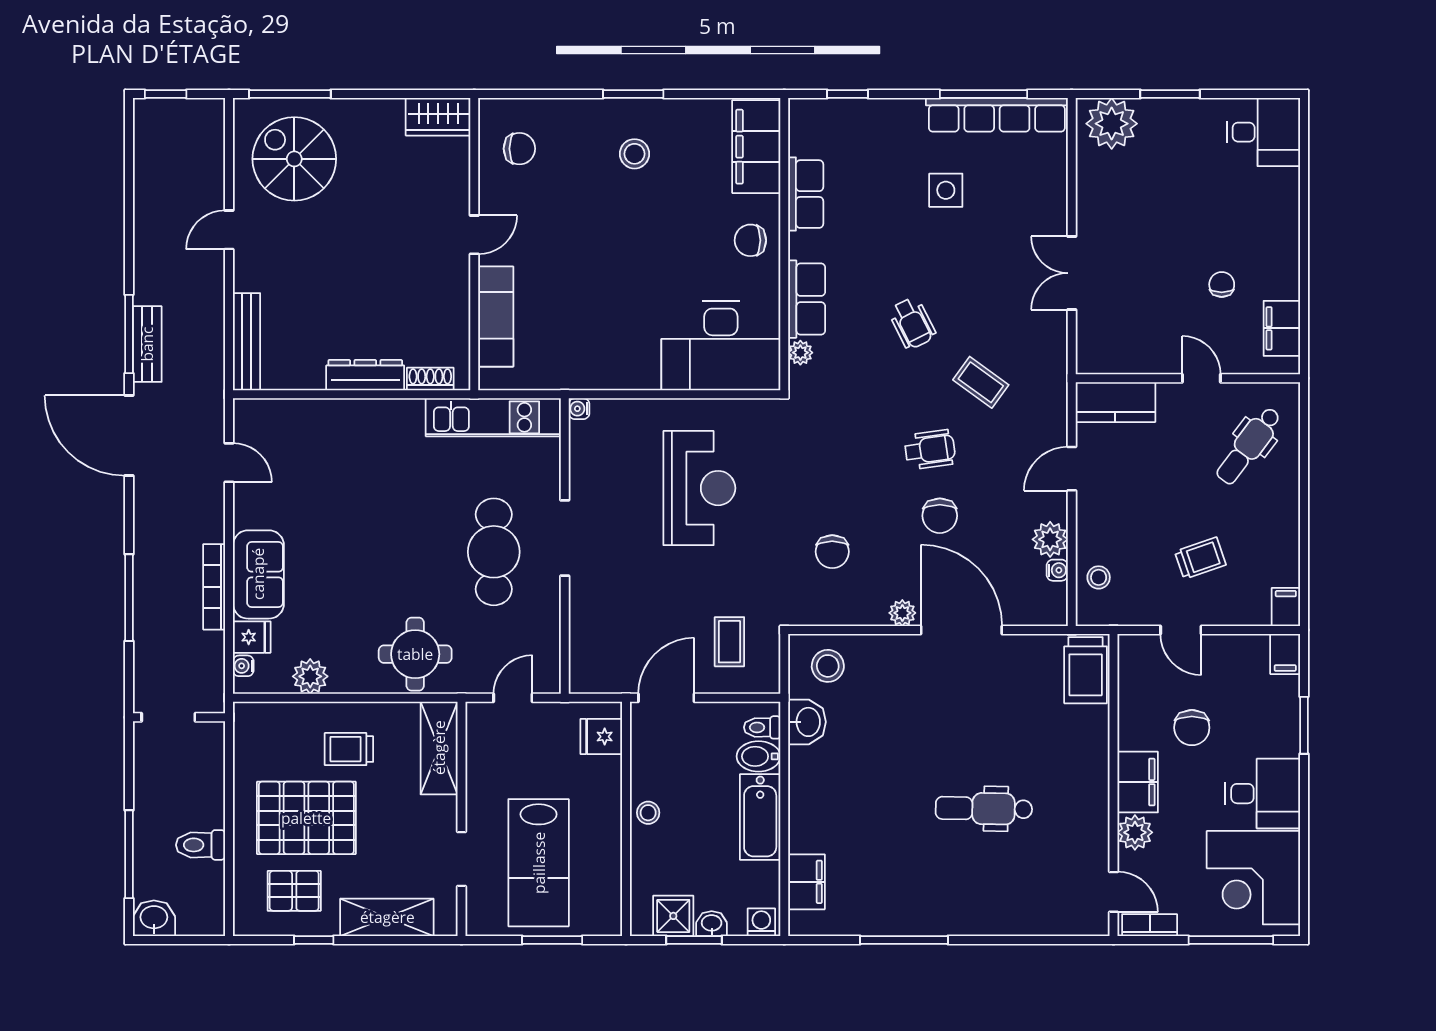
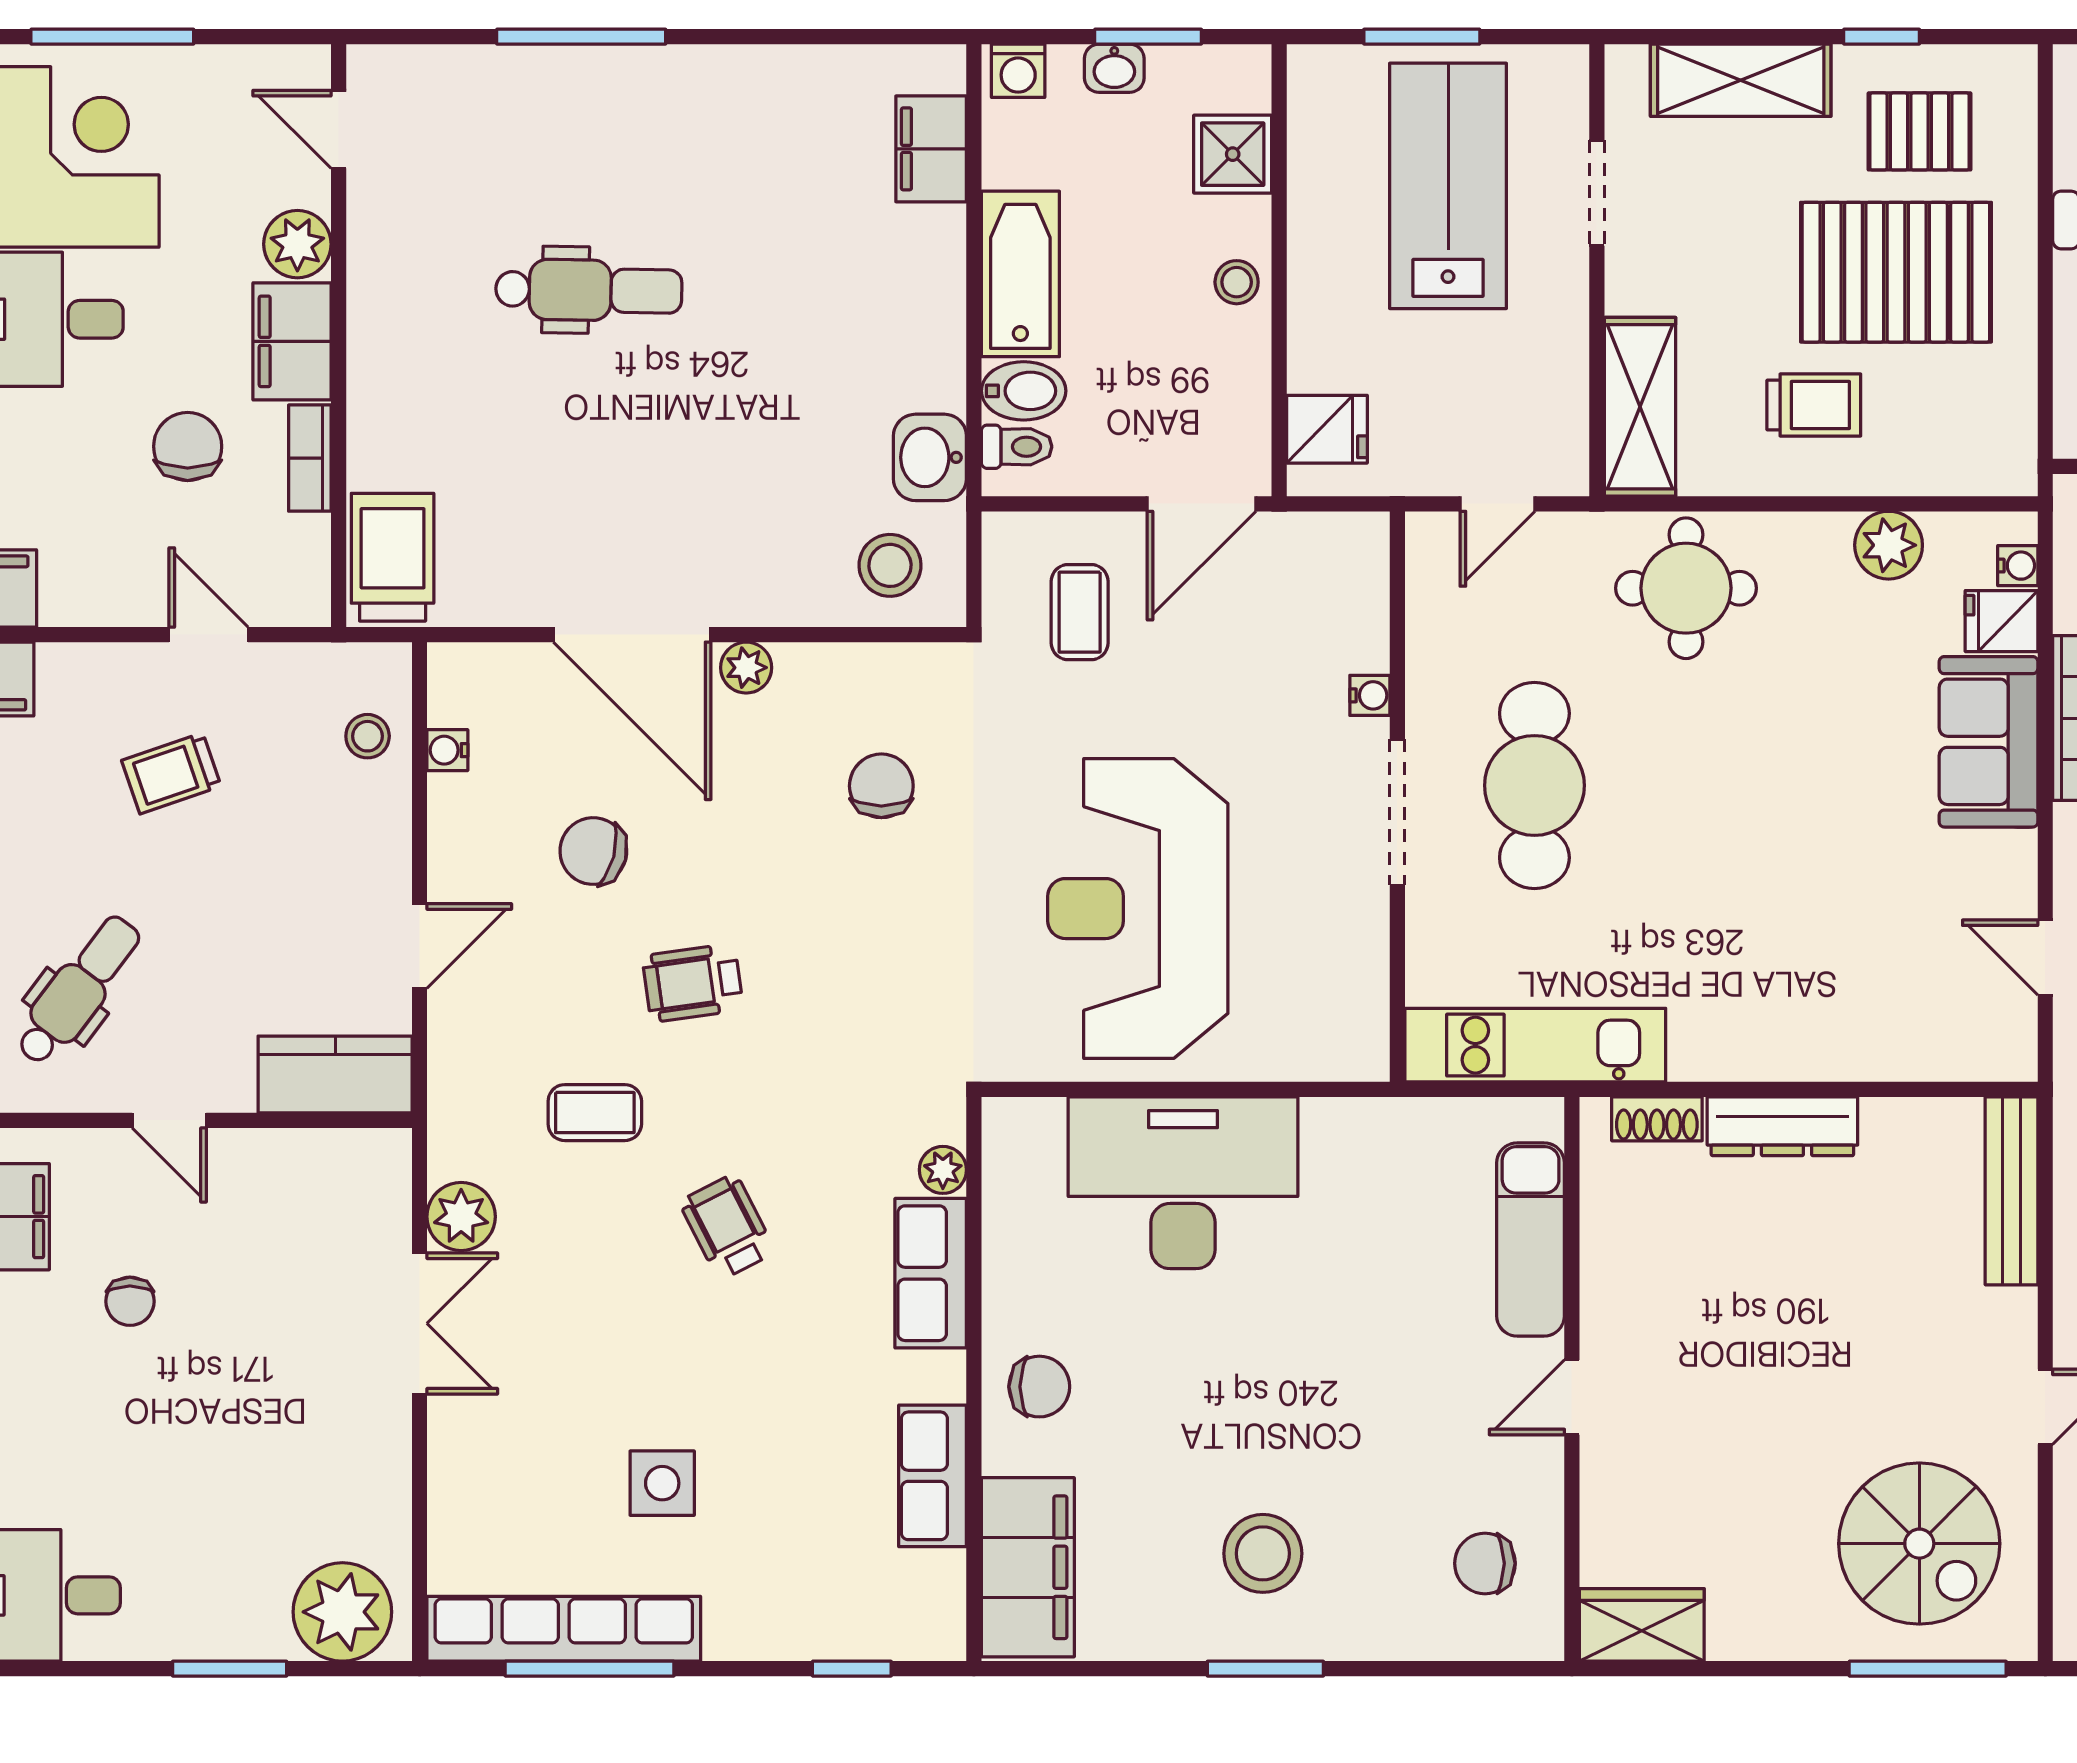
stool: (635, 154) -> (1263, 1553), width x1.38, depth x1.38
desk: (721, 346) -> (1183, 1183), moved
coffee table: (981, 382) -> (595, 1113), turned -36
water cooler: (579, 409) -> (1370, 695), moved
reception desk: (699, 488) -> (1138, 909), width x1.36, depth x1.30
chair: (940, 516) -> (593, 851), moved, turned -75
plant: (1050, 539) -> (461, 1217), moved
shower: (673, 916) -> (1233, 154), moved
bookcase: (1150, 925) -> (310, 458), moved, turned 90
window: (904, 940) -> (581, 37), moved

